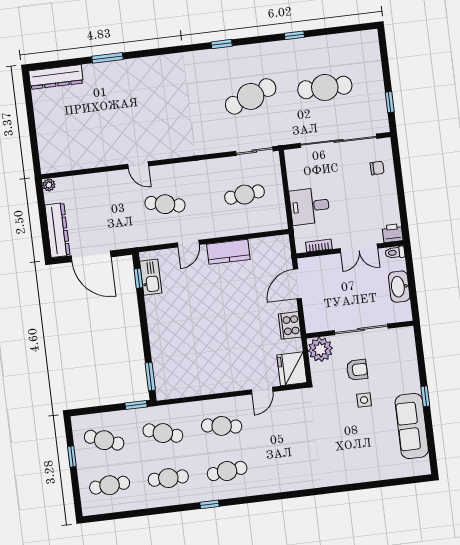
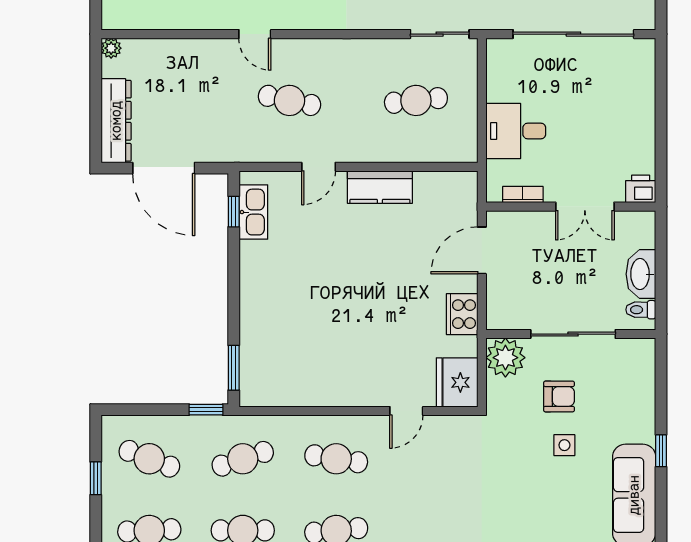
chair: (377, 168) -> (629, 84), removed
toilet: (395, 252) -> (641, 310), moved
cafe table: (163, 433) -> (243, 459), turned -36

